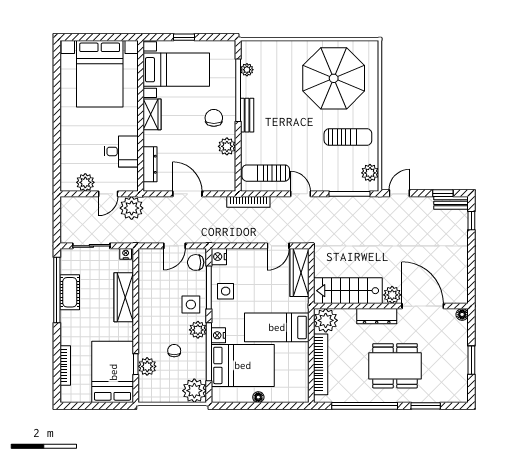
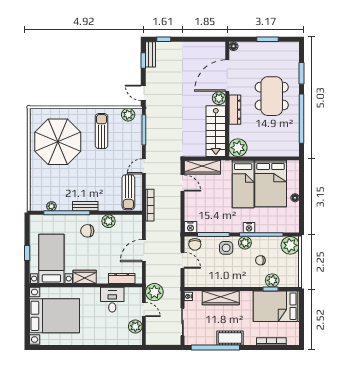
side table: (226, 291) -> (216, 222), removed
cot: (70, 292) -> (230, 338), moved
bookcase: (321, 364) -> (271, 151), removed
bed: (243, 365) -> (271, 184), moved, turned 180

